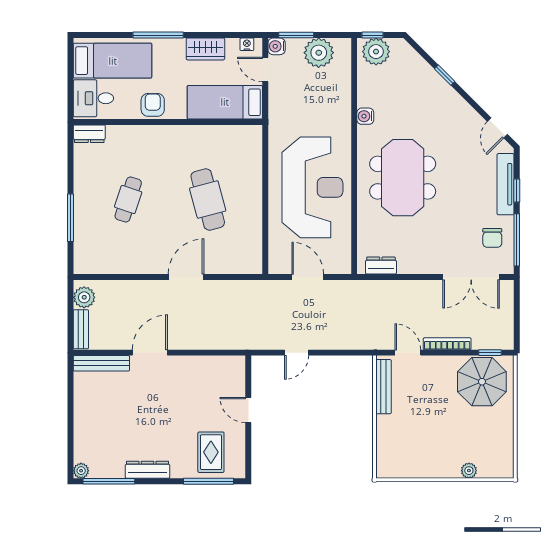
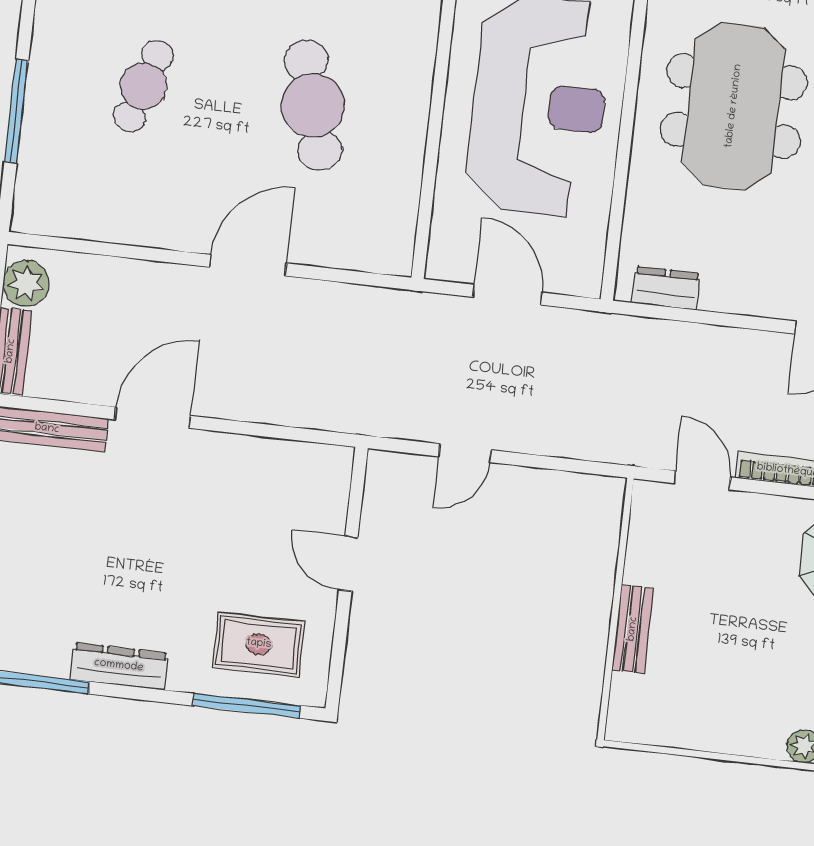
bench: (383, 387) -> (633, 629), moved, width x0.73
rug: (211, 452) -> (259, 644), turned 90

